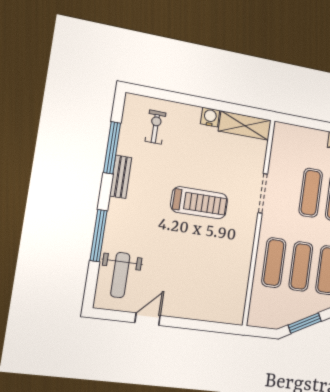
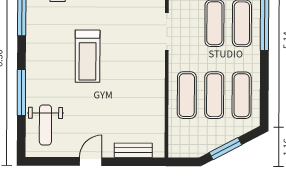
bench: (121, 177) -> (133, 150), moved, turned 90
treadmill: (199, 203) -> (88, 56), moved, turned 90
door: (148, 319) -> (91, 162), moved

